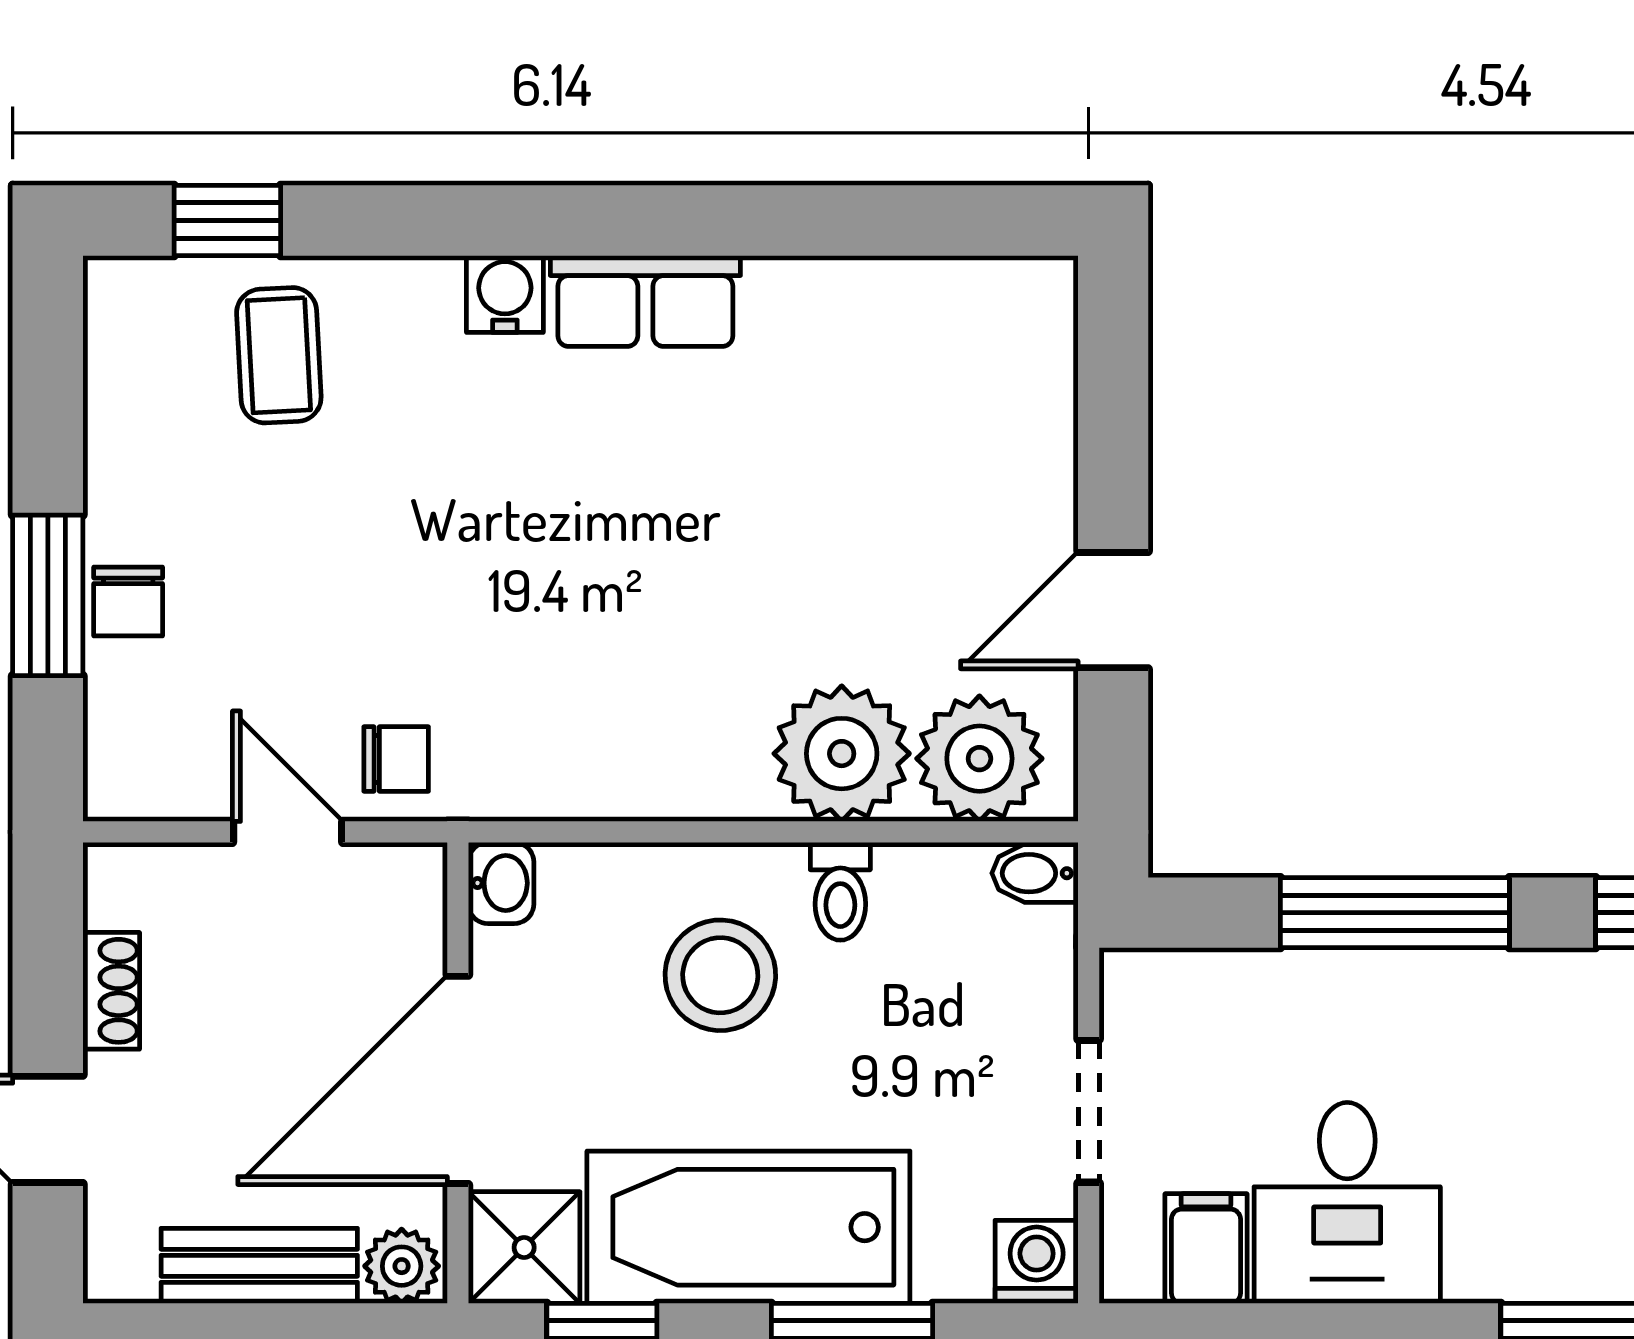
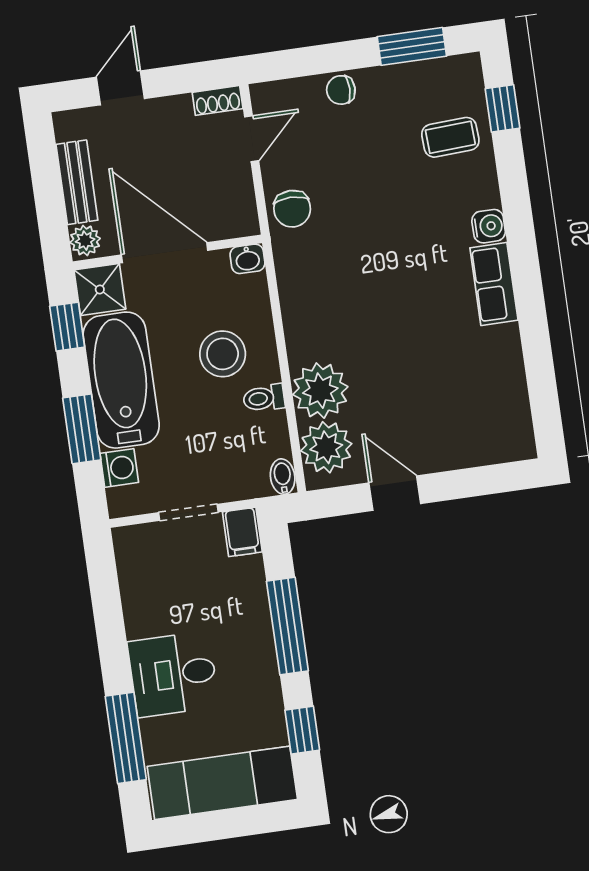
window: (48, 595) -> (412, 46), moved
chair: (396, 759) -> (292, 209), width x1.37, depth x1.37
door: (288, 832) -> (252, 139), moved
shoe rack: (111, 991) -> (218, 100), moved
desk: (1347, 1203) -> (173, 674), moved
filing cabinet: (1206, 1248) -> (242, 532), moved, turned 90
washing machine: (1037, 1262) -> (119, 468), moved

